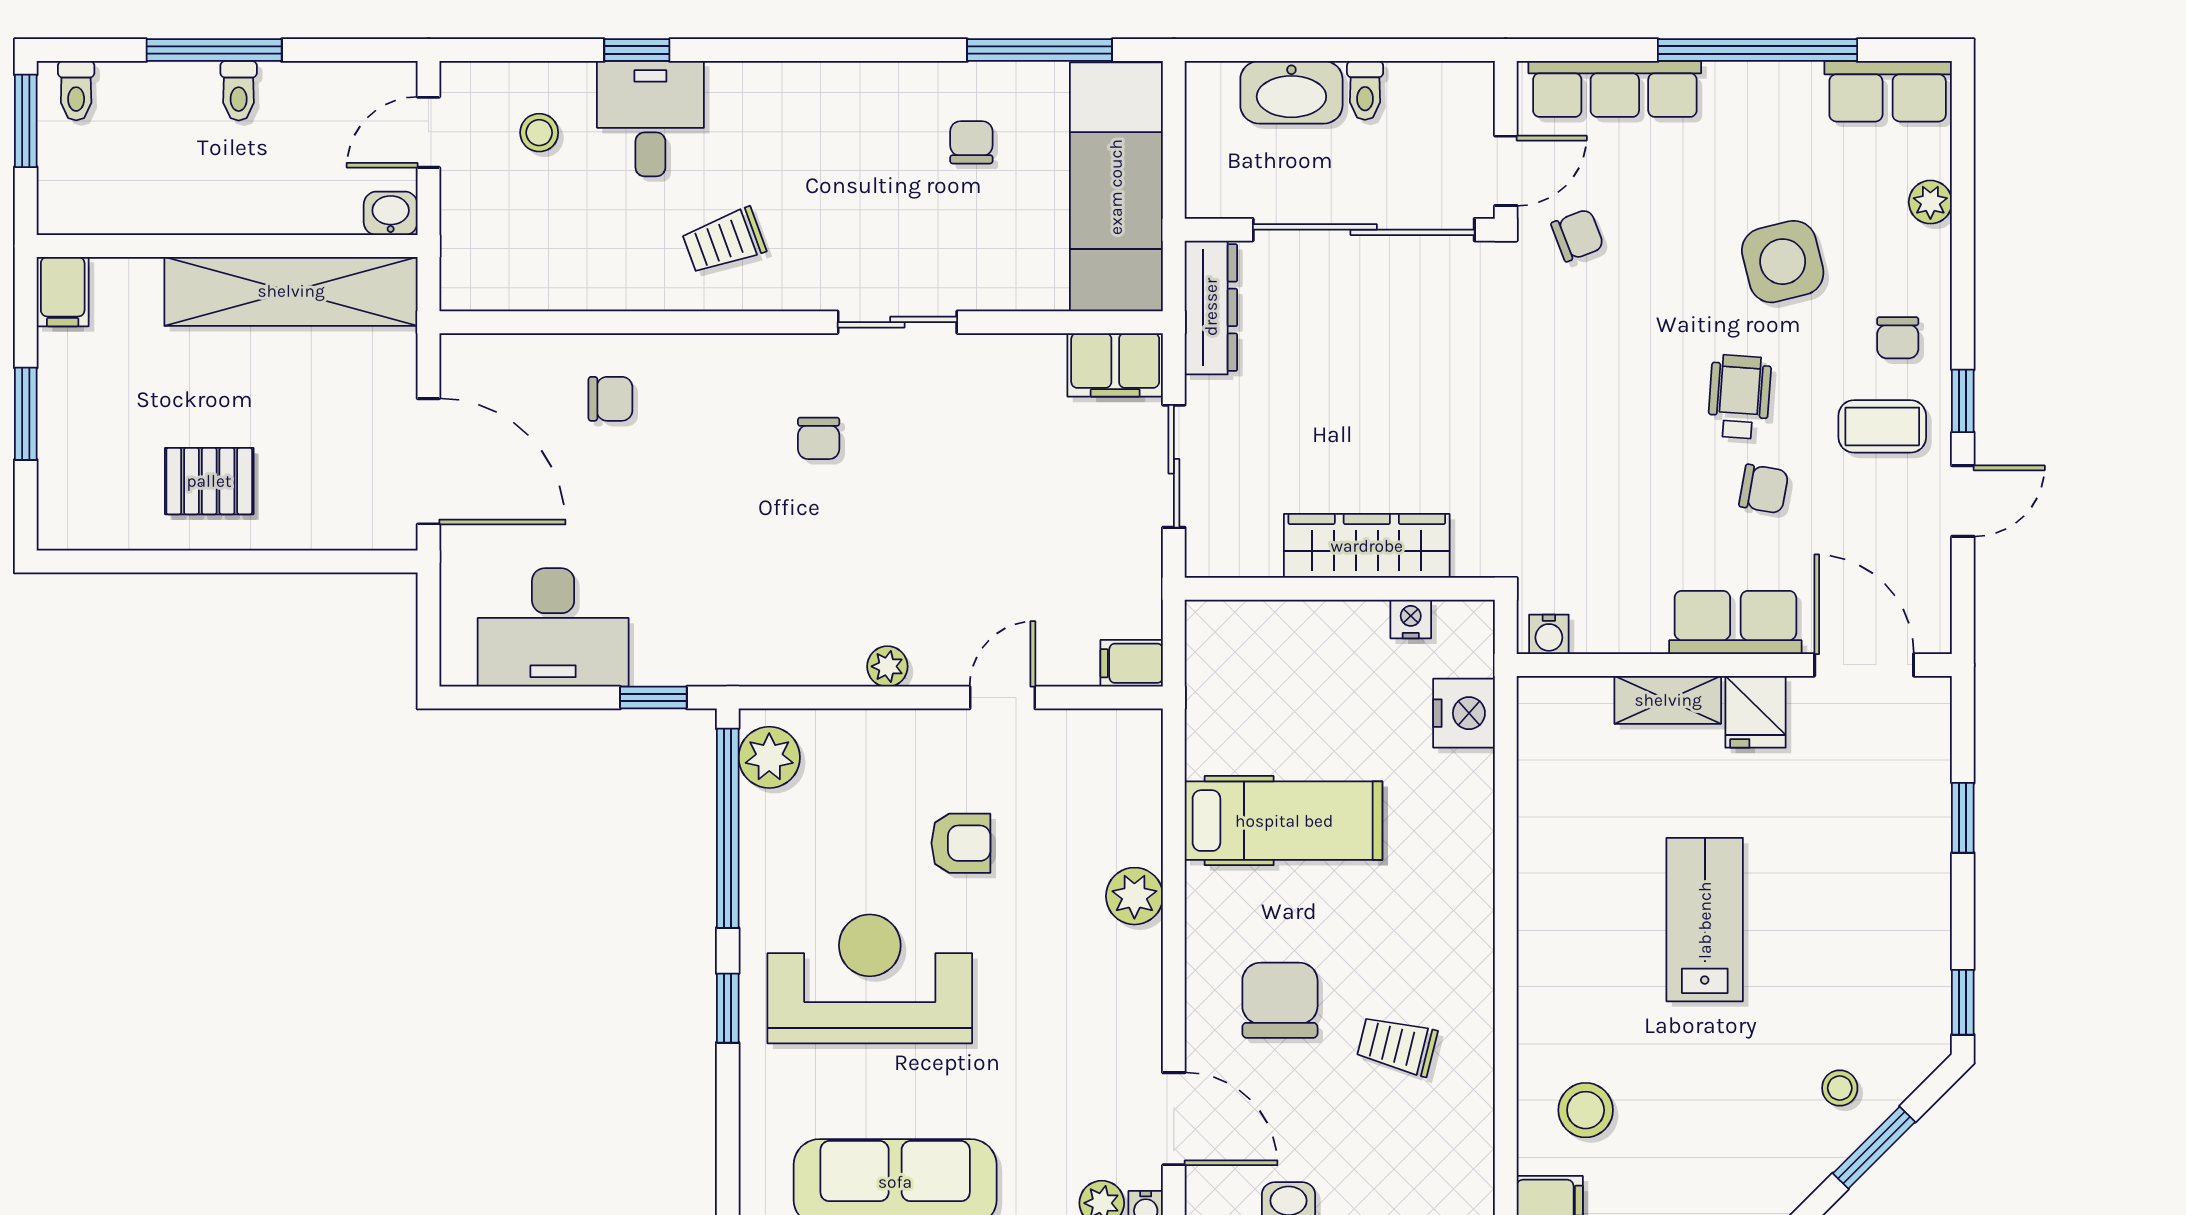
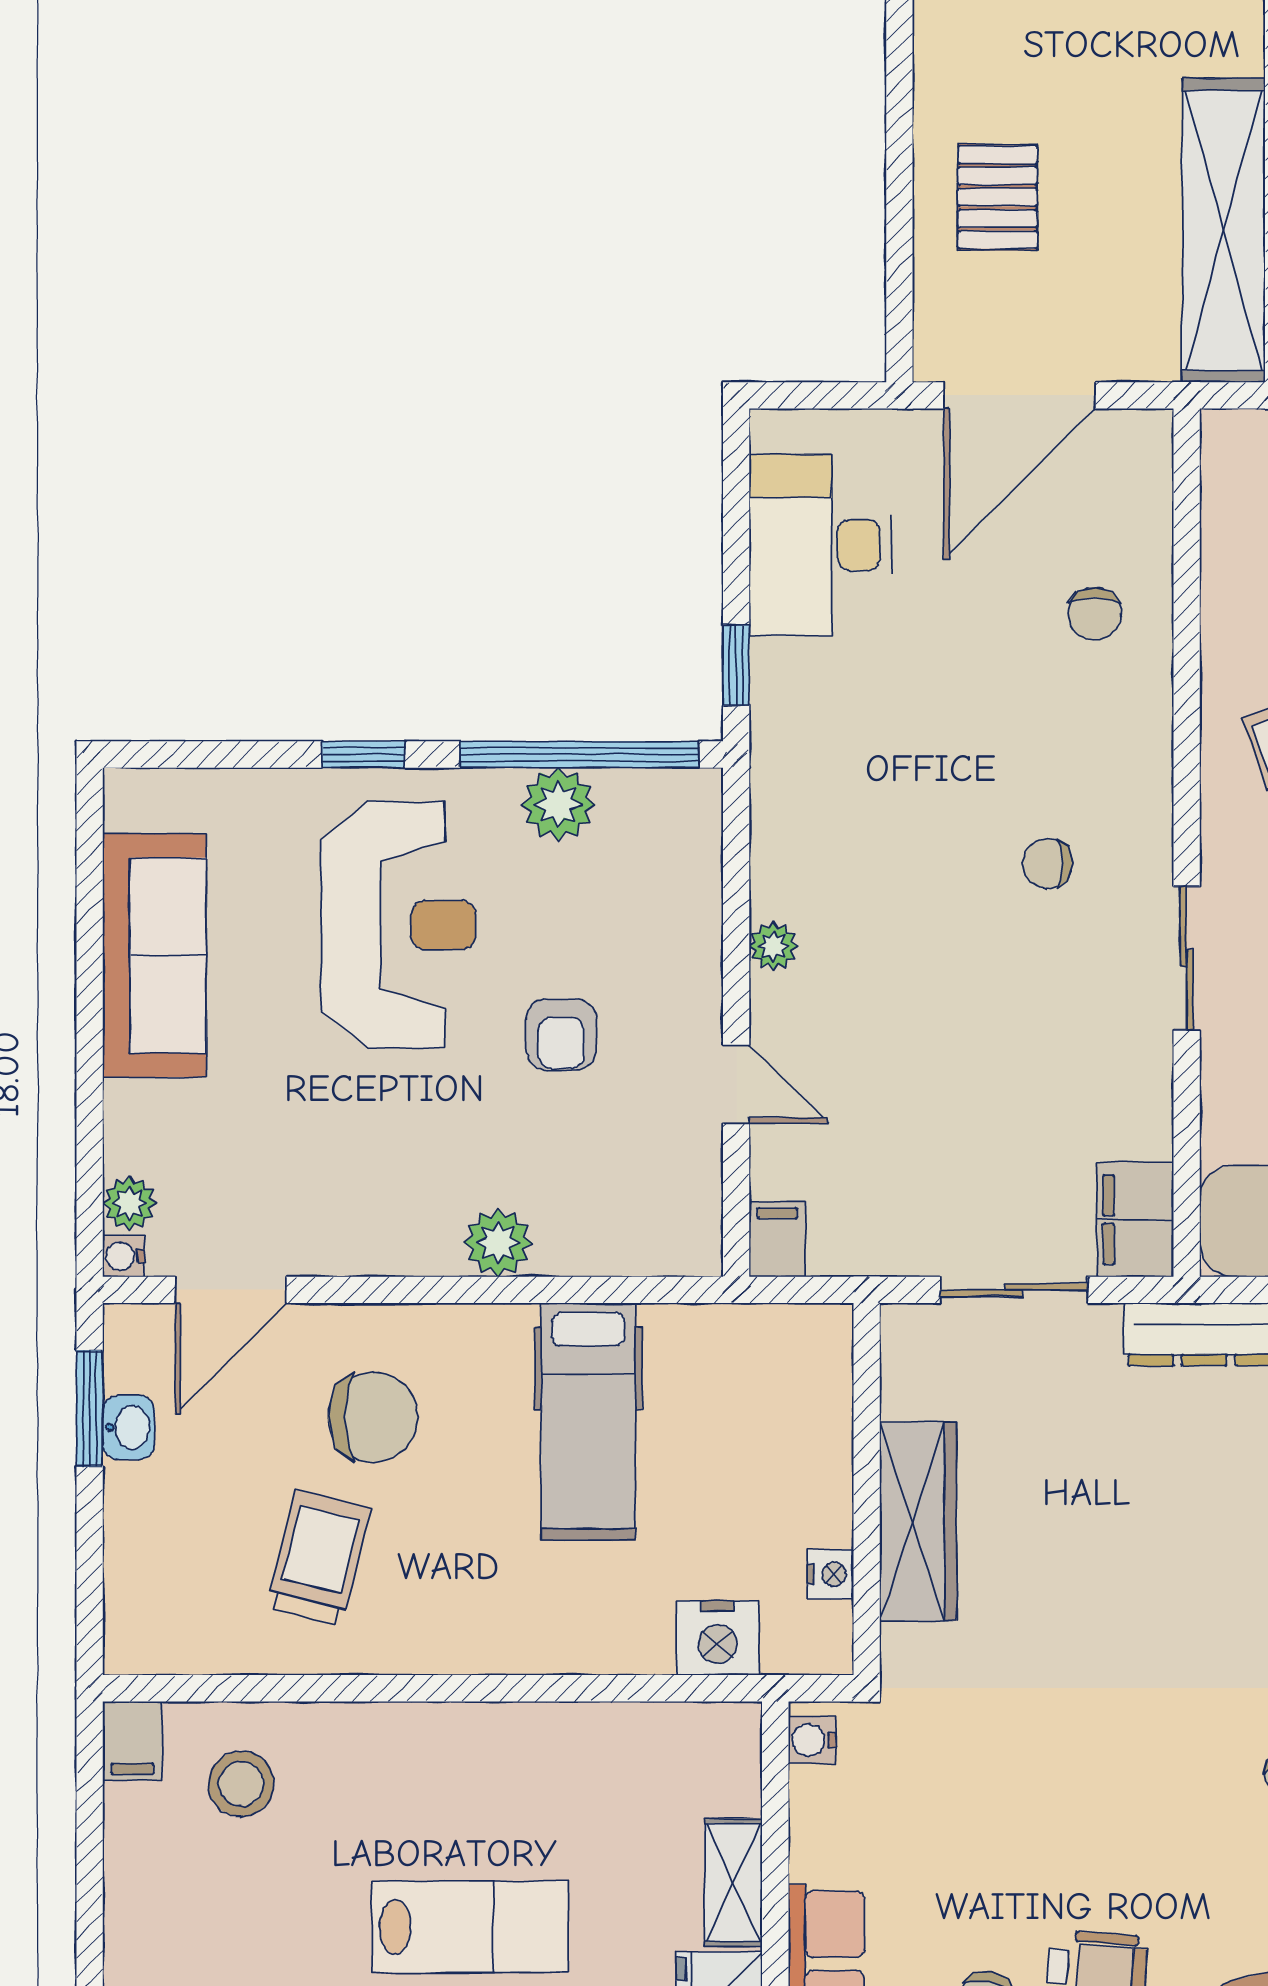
pallet: (209, 481) -> (998, 197), moved
plant: (769, 757) -> (558, 804), moved
trolley: (1397, 1045) -> (319, 1558), width x1.36, depth x1.39

